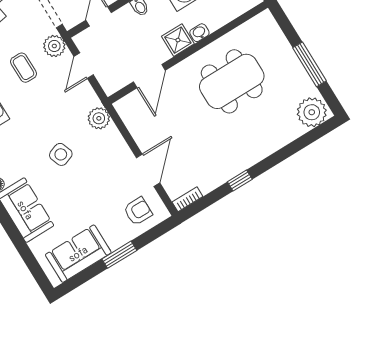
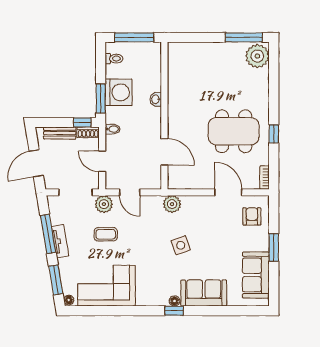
shower: (178, 40) -> (152, 117), removed
window: (310, 64) -> (244, 37), moved
dining table: (232, 81) -> (234, 131), moved, turned 90

